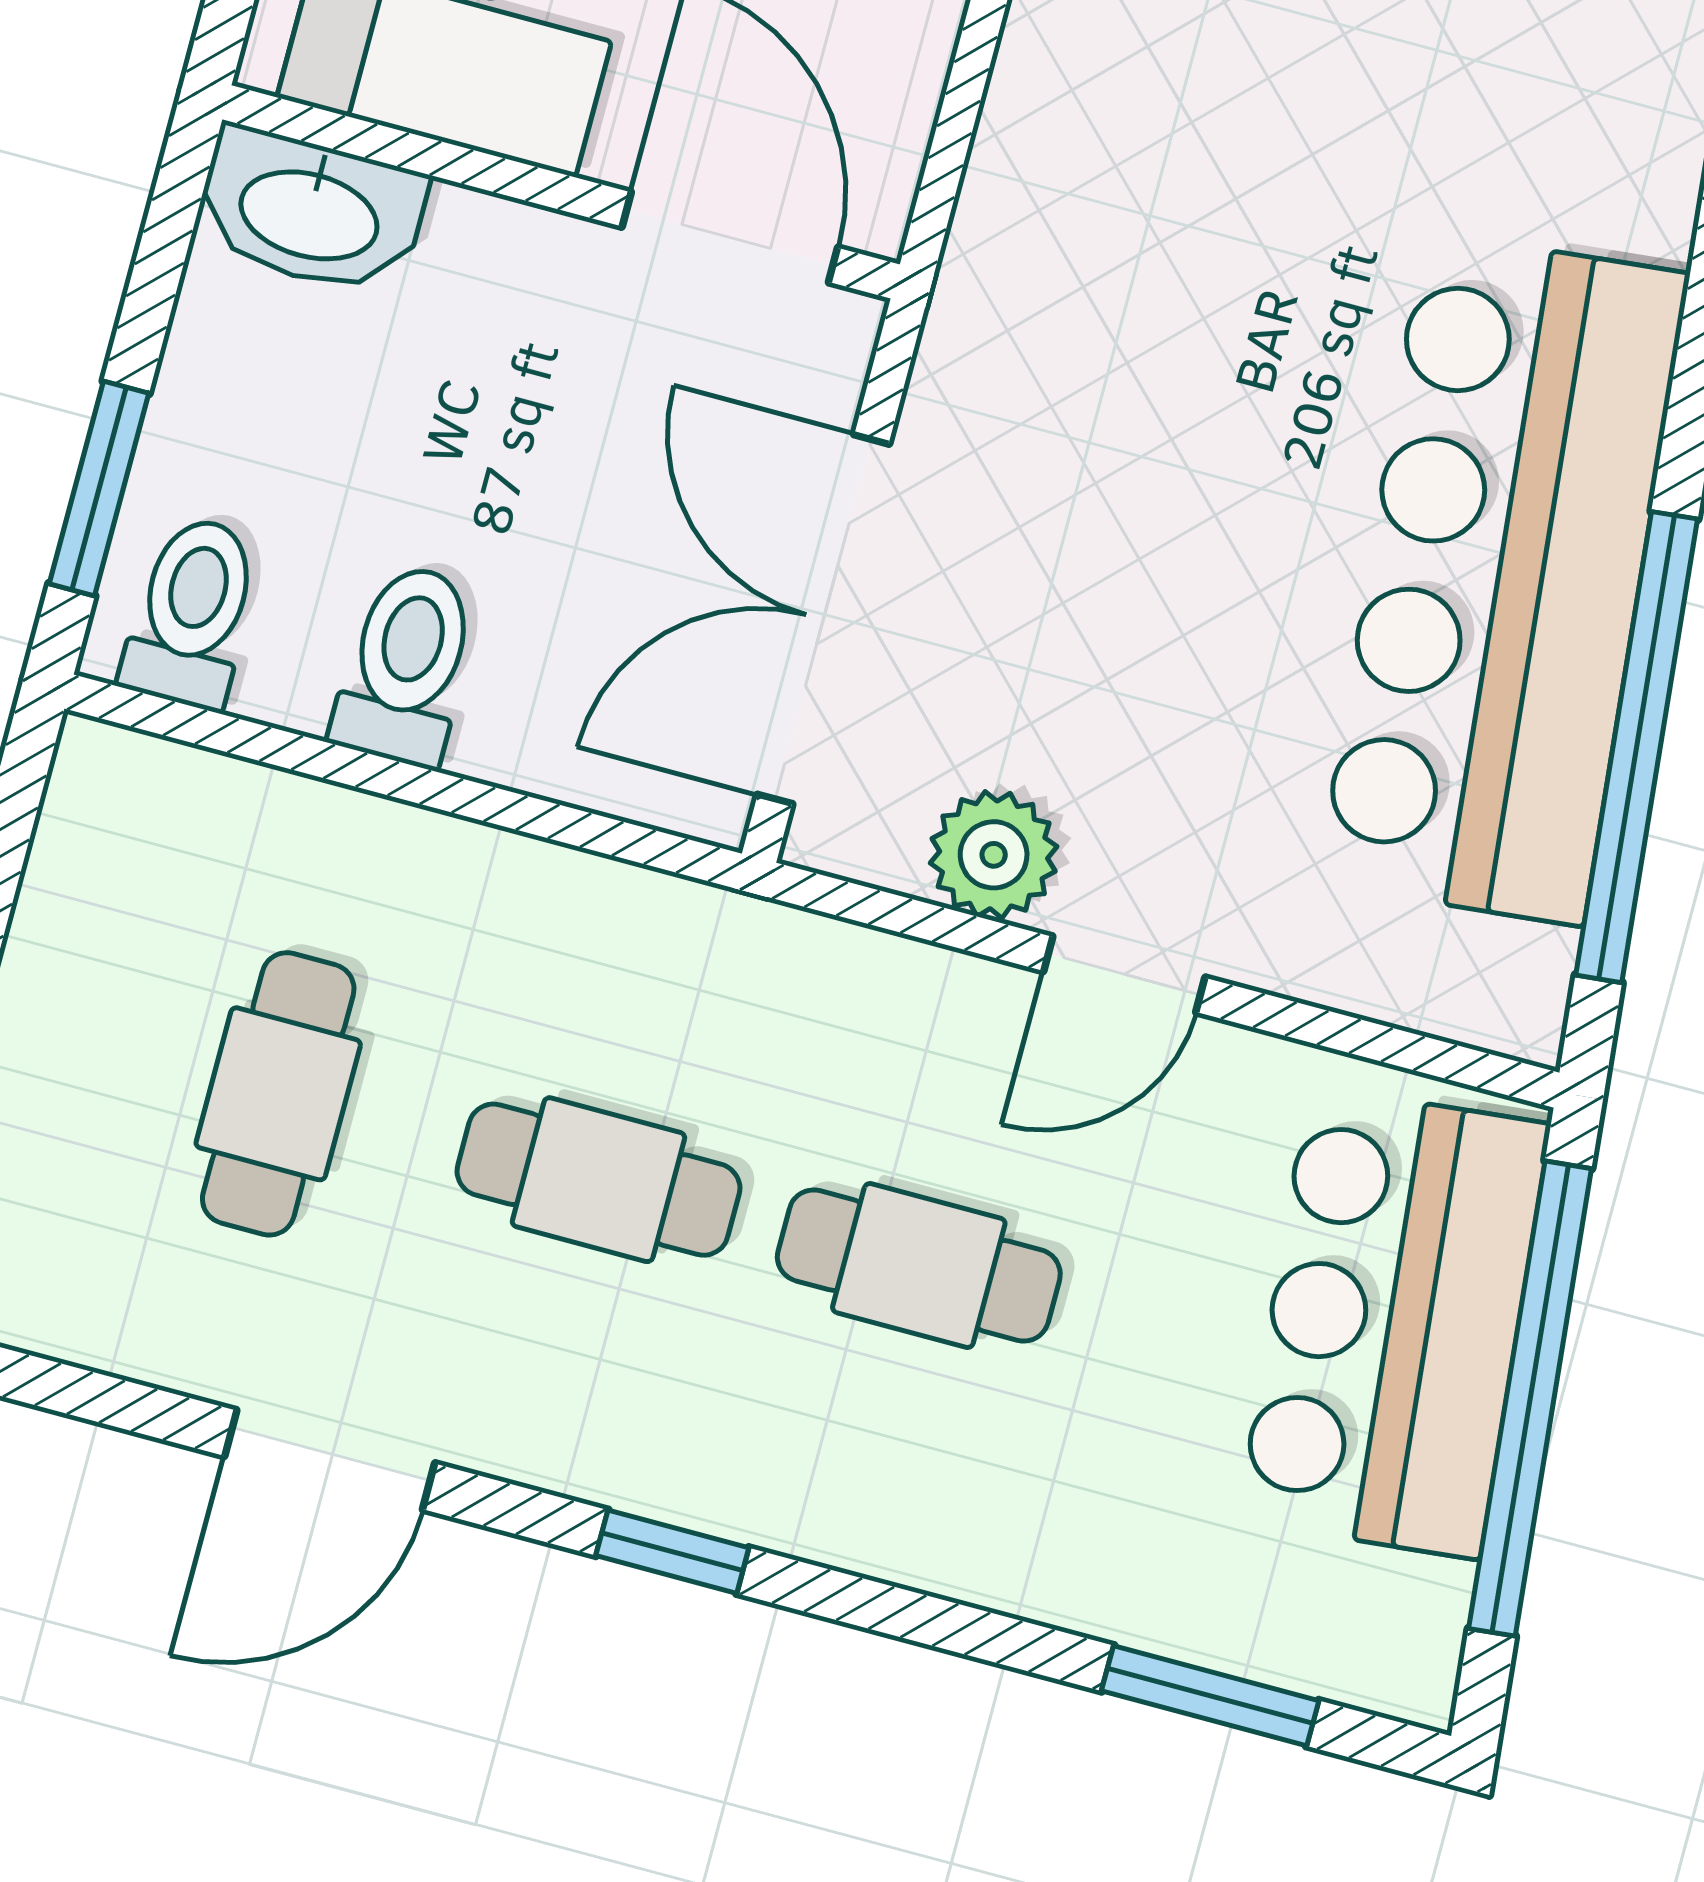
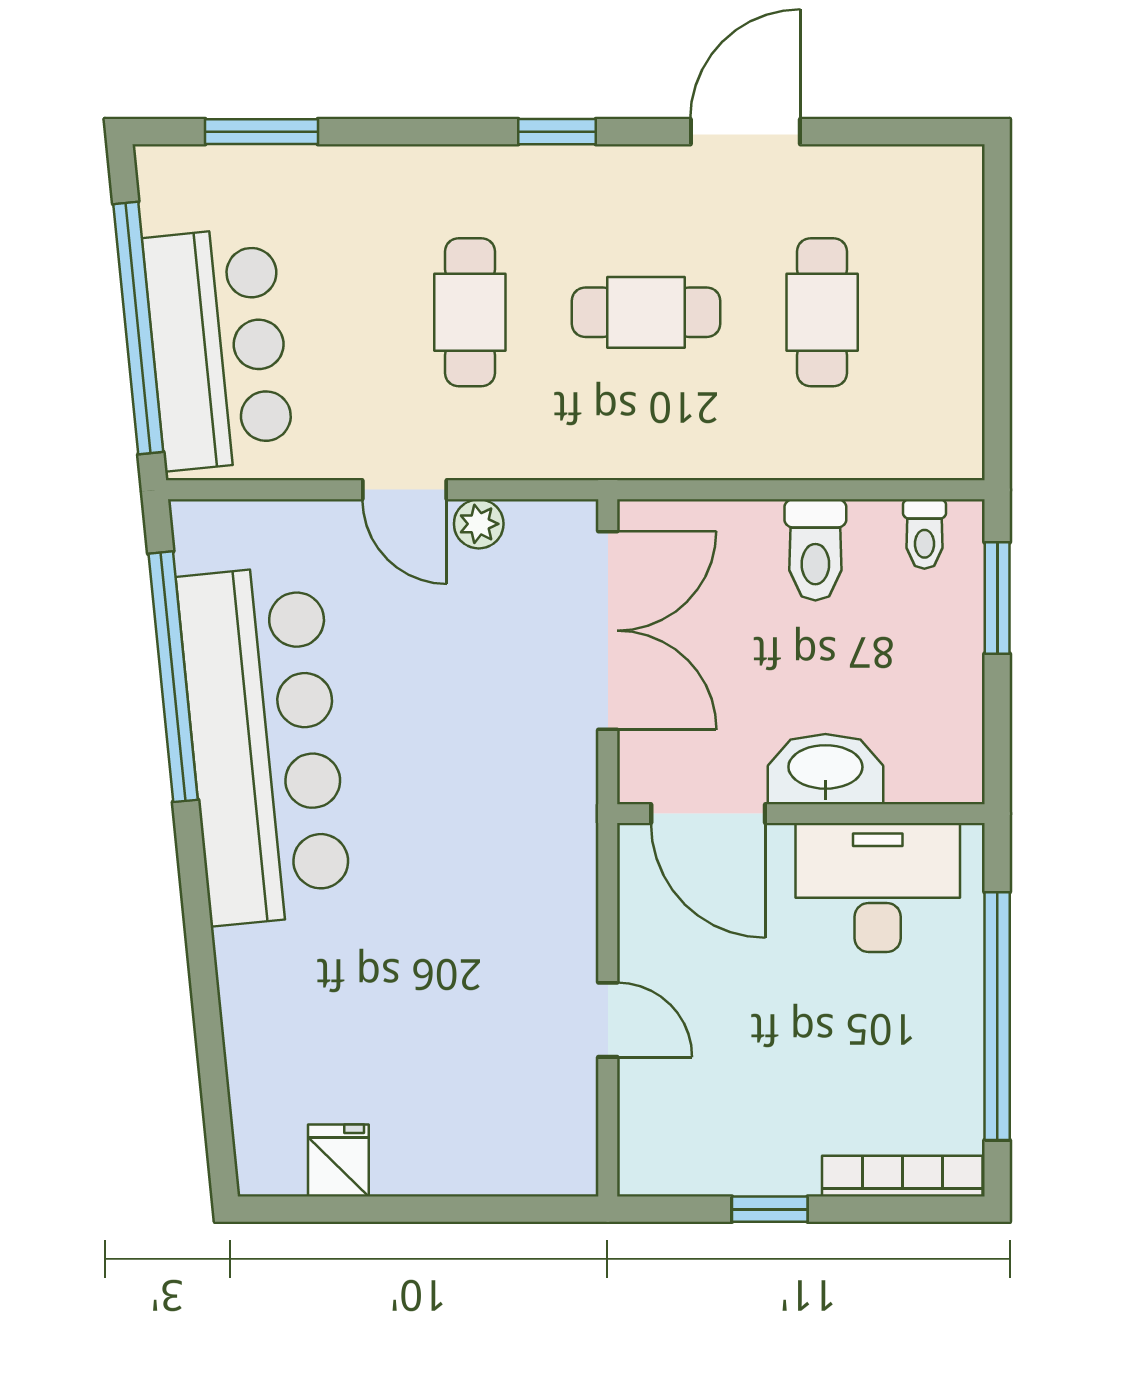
washbasin: (310, 212) -> (825, 769), moved
toilet: (192, 612) -> (924, 534), width x0.73, depth x0.72
plant: (994, 855) -> (479, 524), width x0.73, depth x0.73
door: (1124, 974) -> (405, 490), swing flipped
cafe table: (919, 1265) -> (470, 312), turned 90

